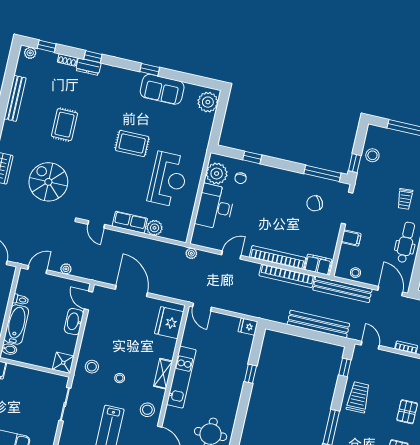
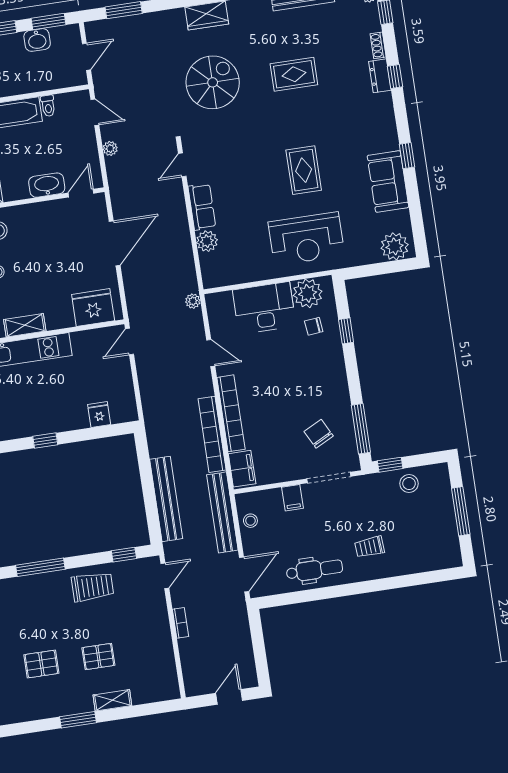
reception desk: (168, 179) -> (306, 239), moved
fridge: (248, 327) -> (99, 415), moved
window: (250, 374) -> (45, 441), moved

